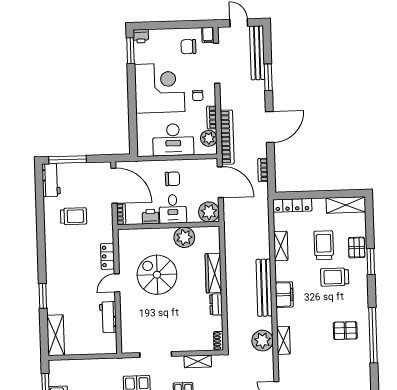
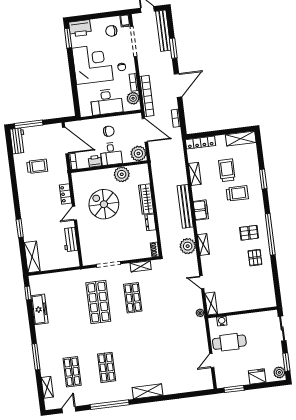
printer: (141, 36) -> (80, 28), width x1.87, depth x1.48
pallet: (357, 247) -> (255, 258), moved
trolley: (335, 277) -> (237, 193), turned 180

